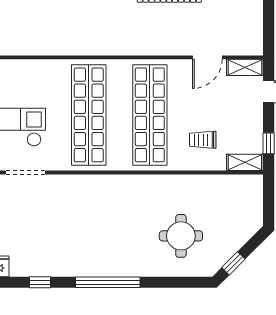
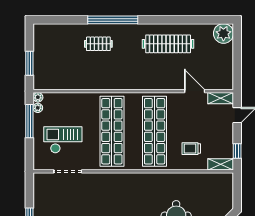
door: (207, 57) -> (195, 91), swing flipped

